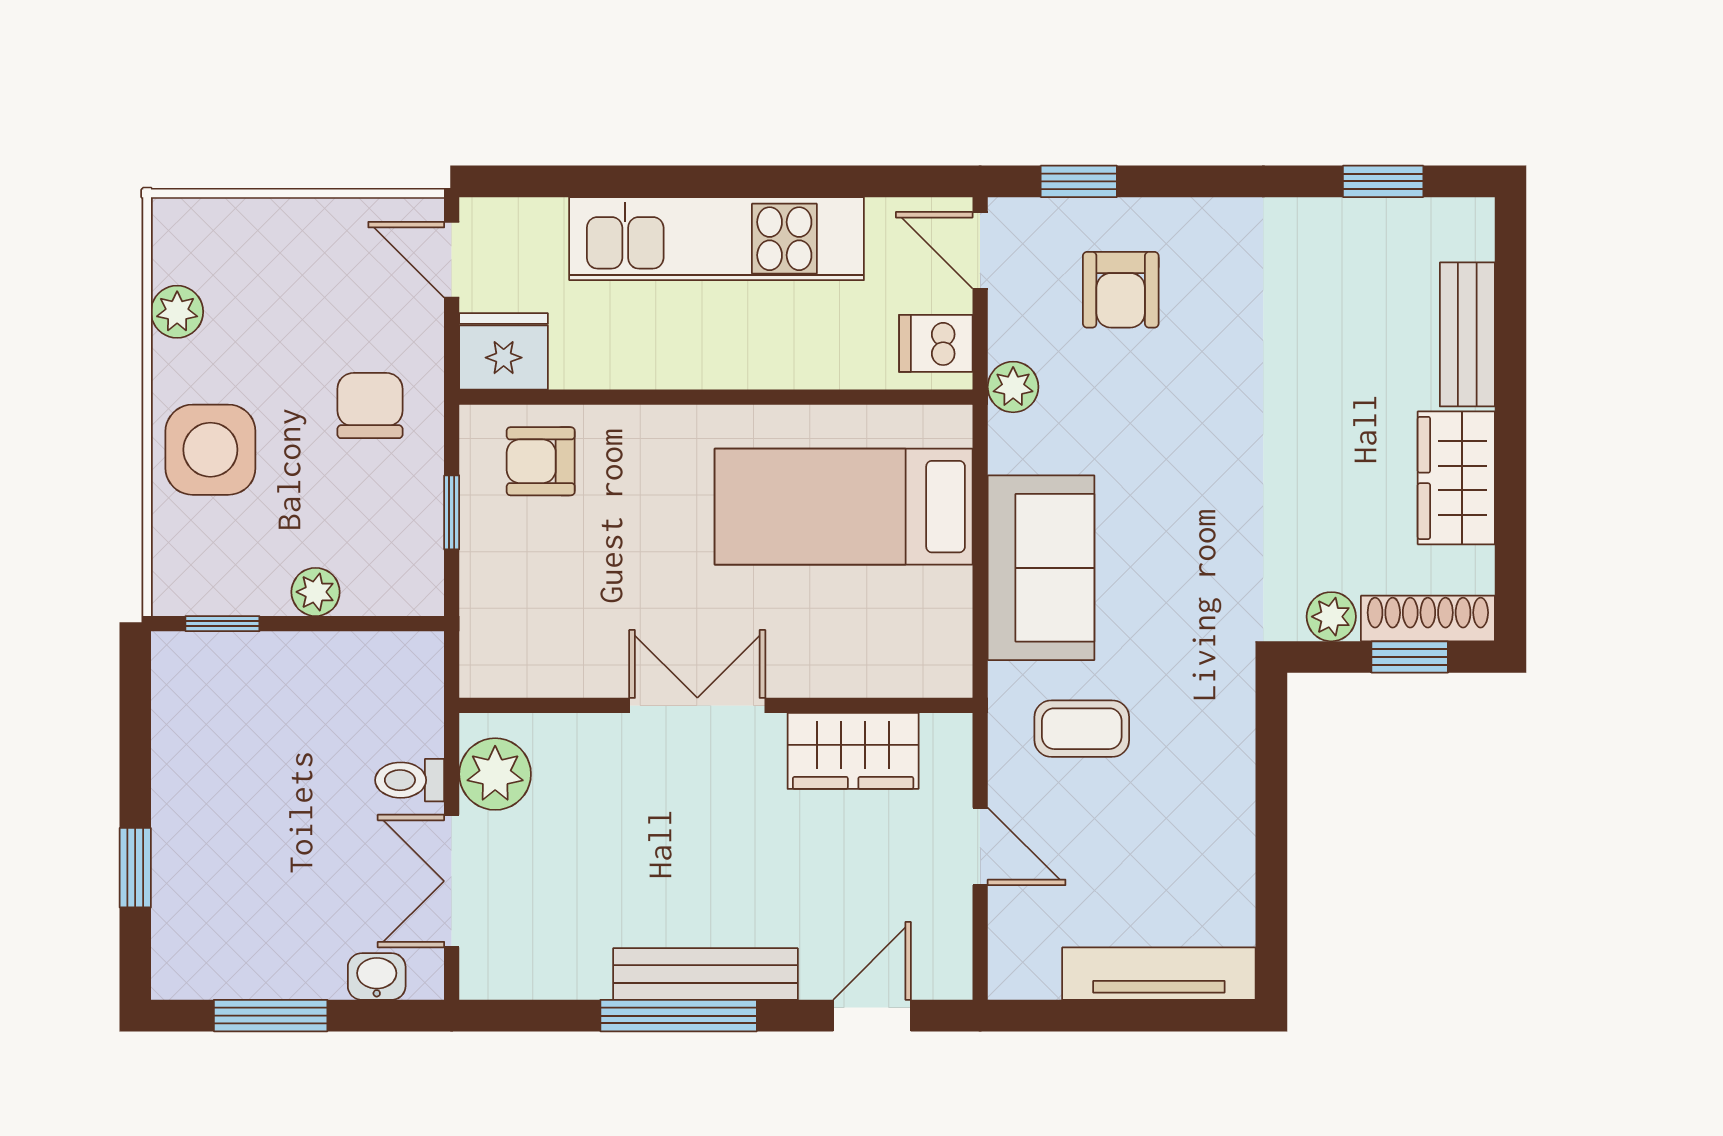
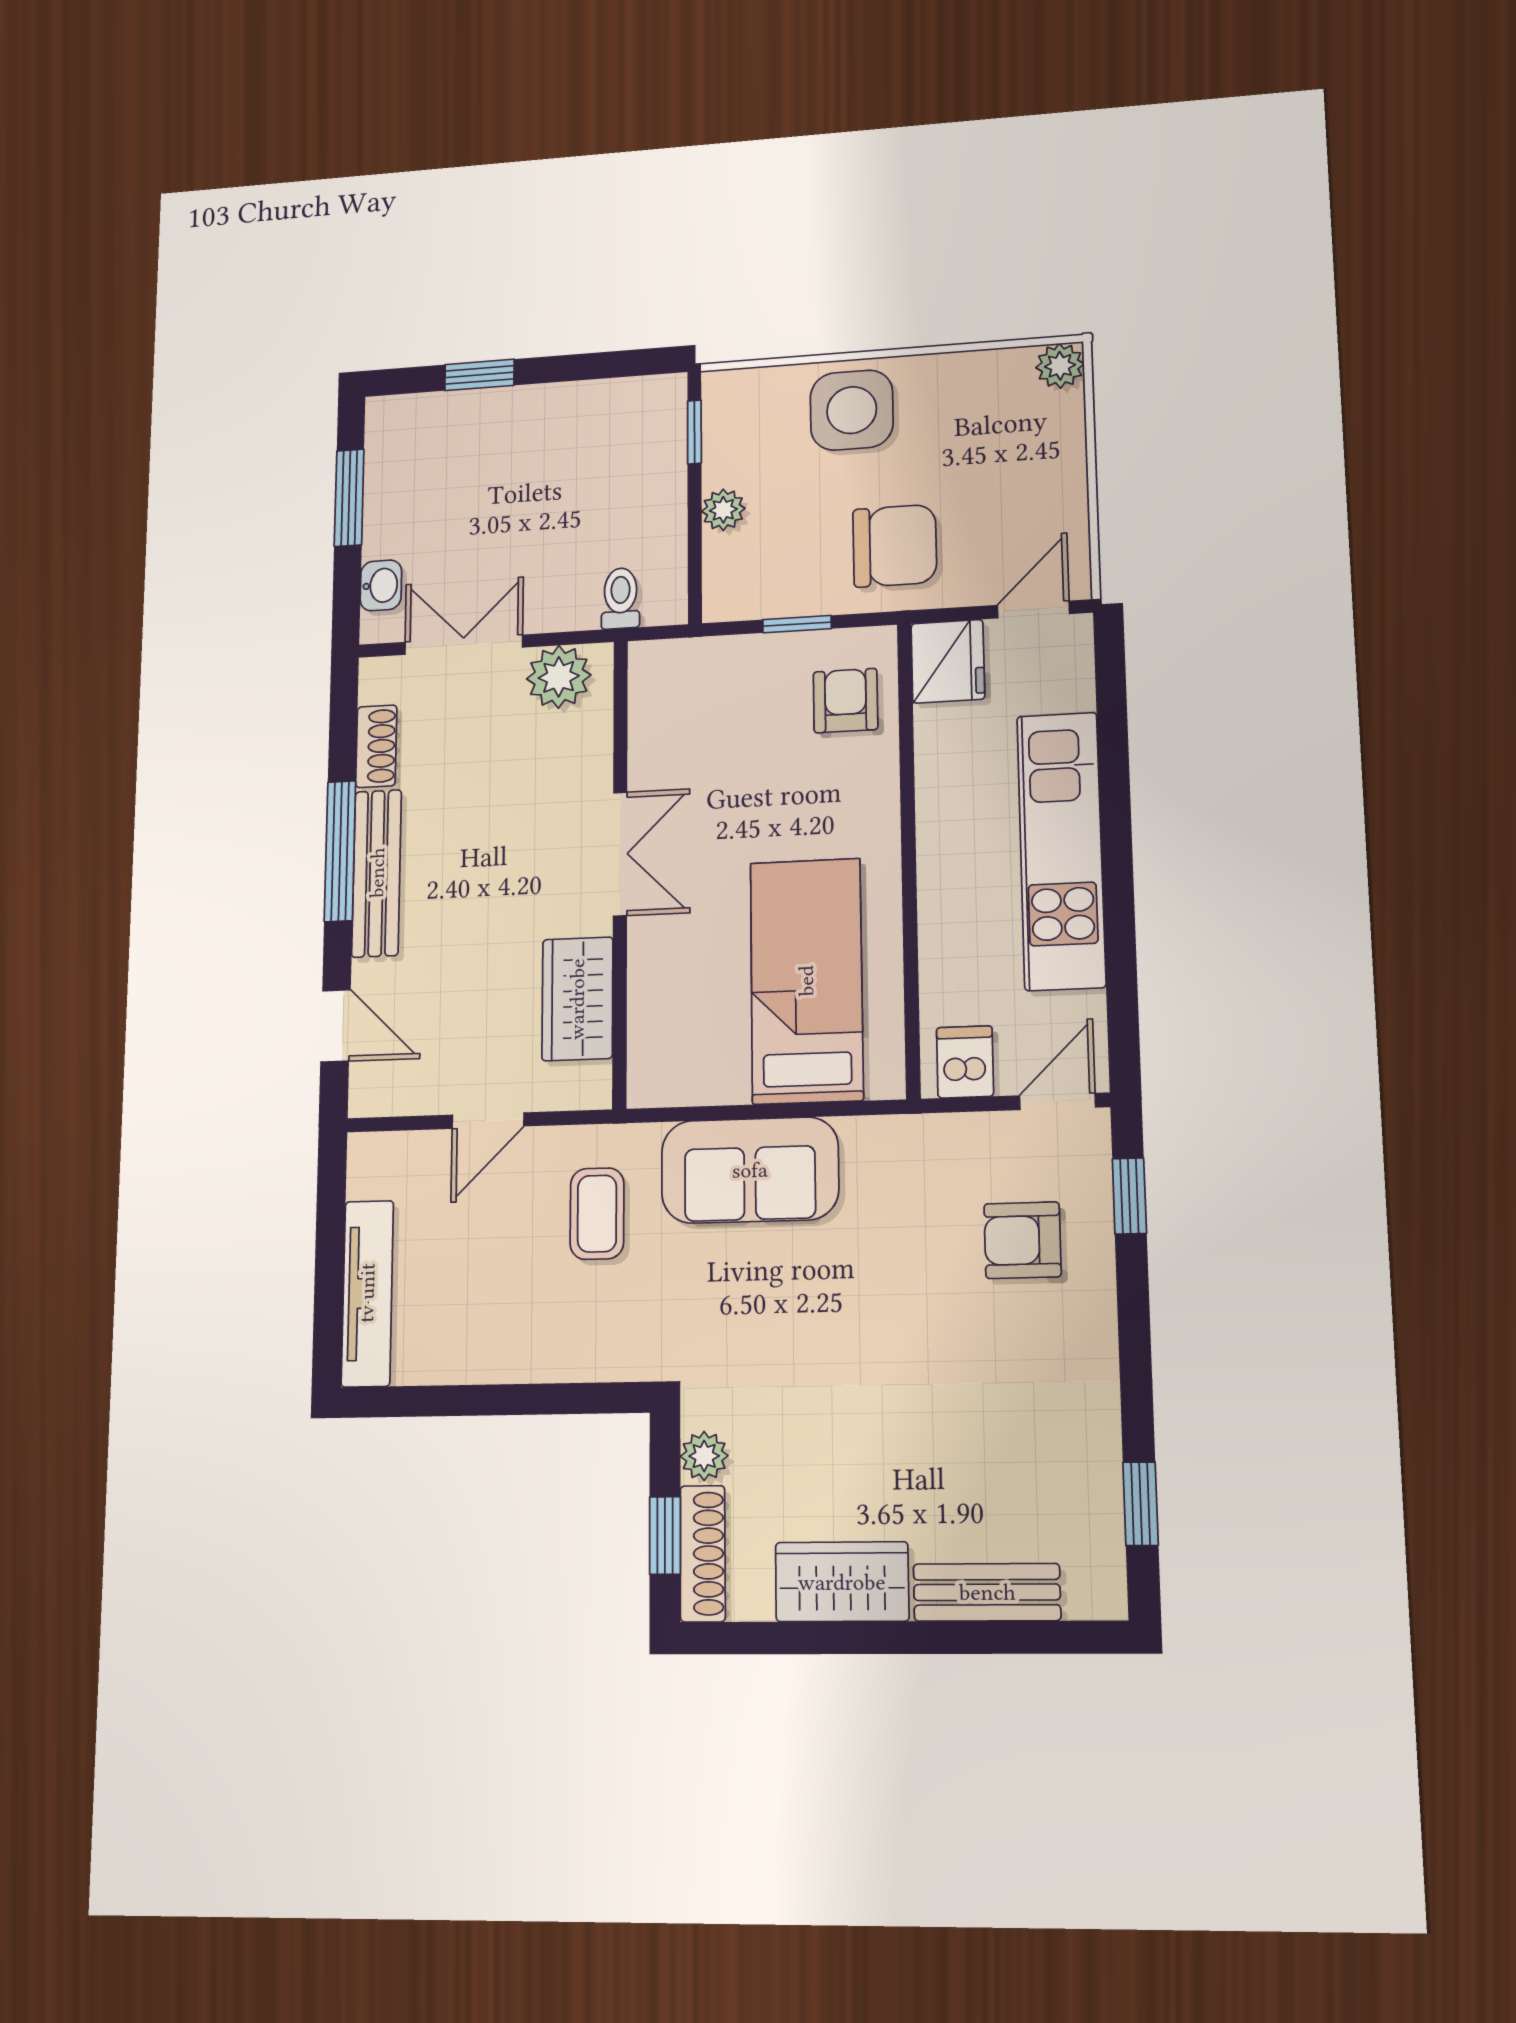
plant: (177, 312) -> (1060, 366), moved
plant: (1013, 387) -> (924, 1138), removed
chair: (370, 406) -> (895, 546), width x1.37, depth x1.37
toilet: (410, 780) -> (620, 598), moved
shoe rack: (562, 978) -> (376, 746), added

